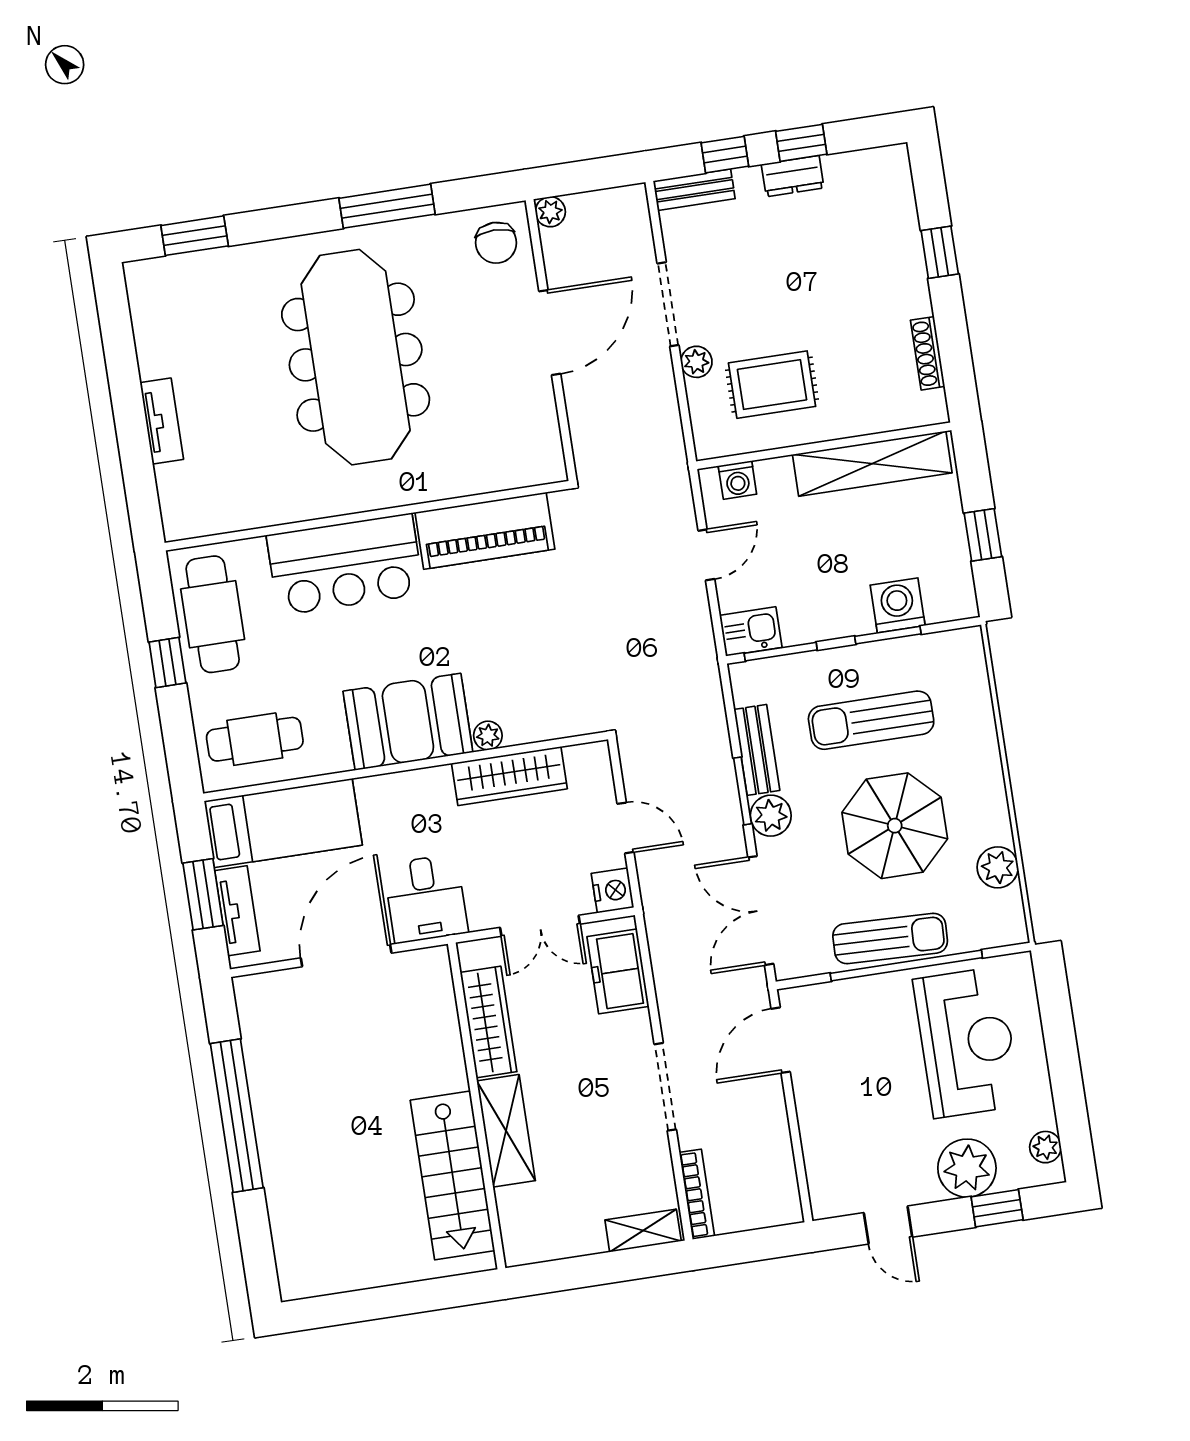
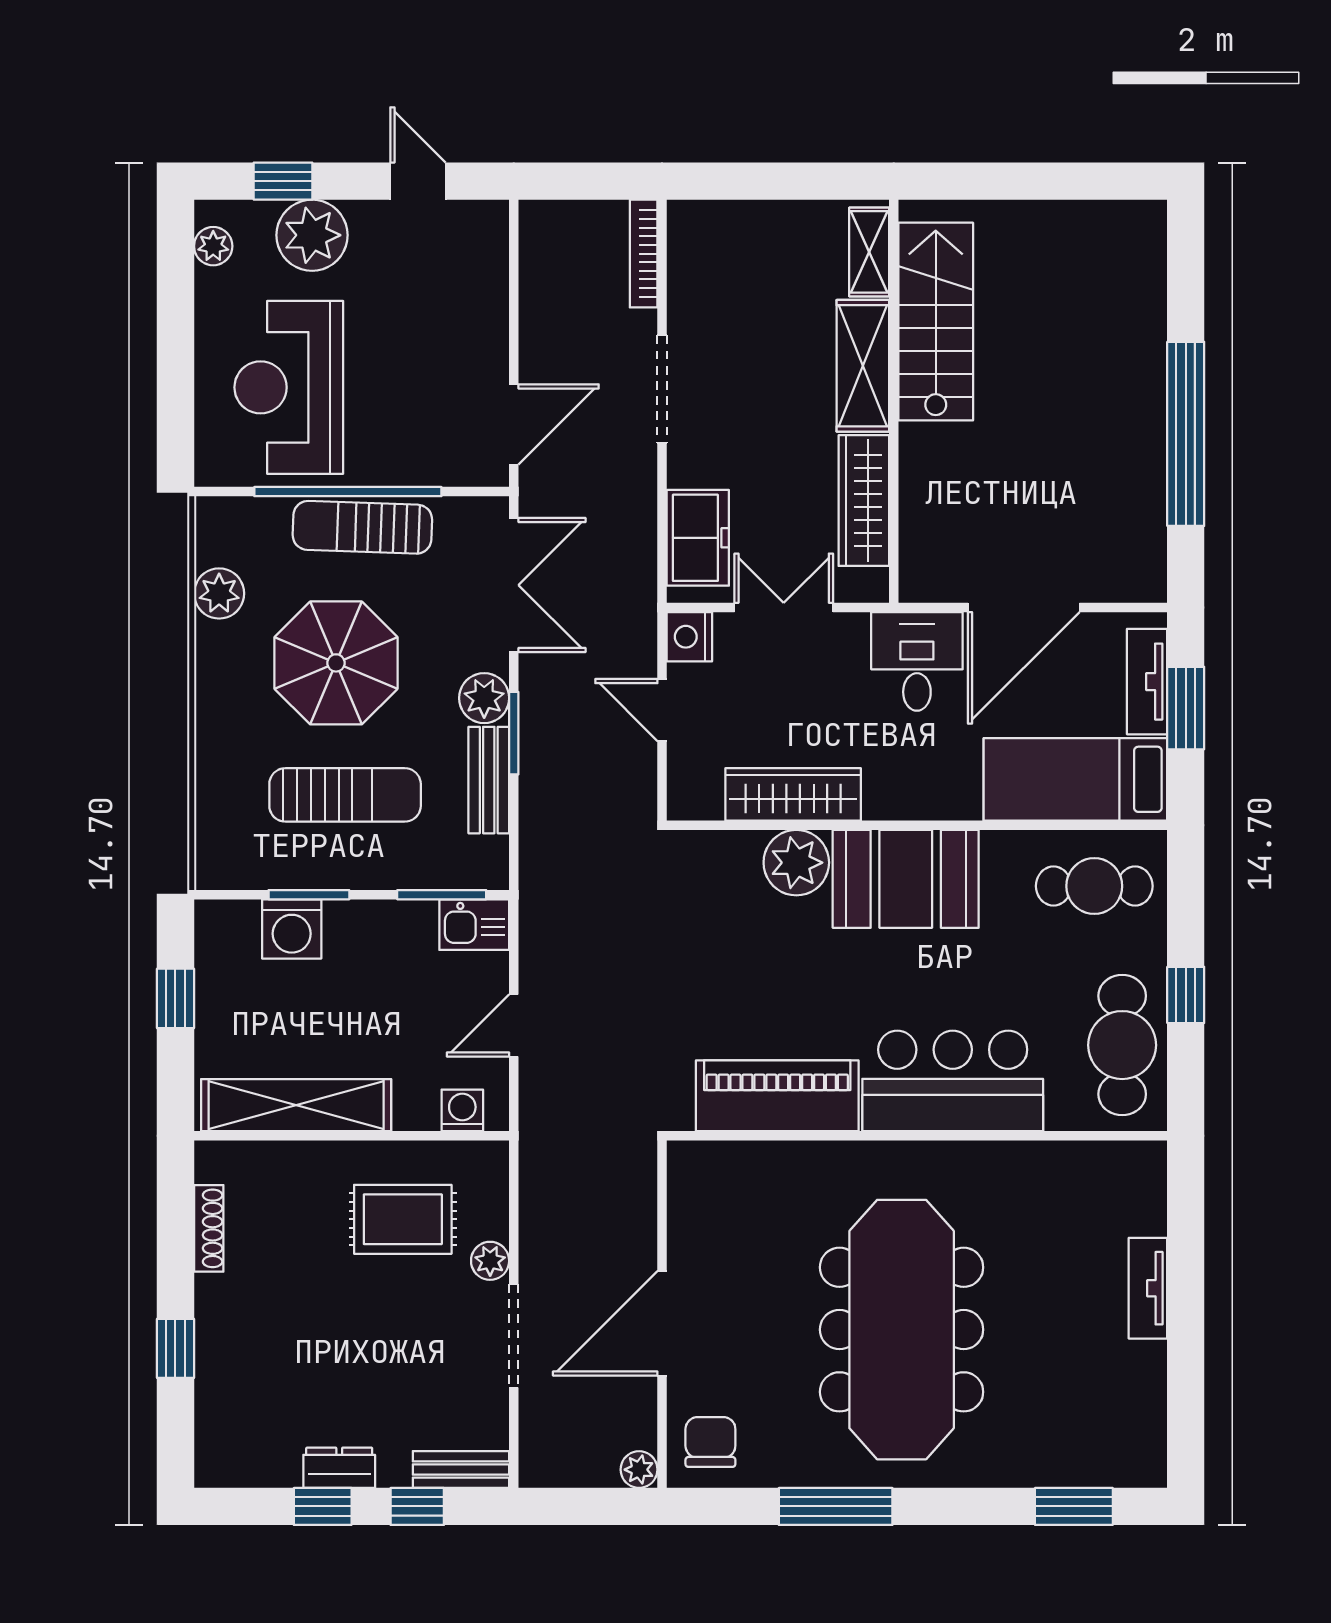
plant: (488, 736) -> (796, 863), width x1.88, depth x1.88
shelving: (643, 1231) -> (869, 252), moved, turned 90

